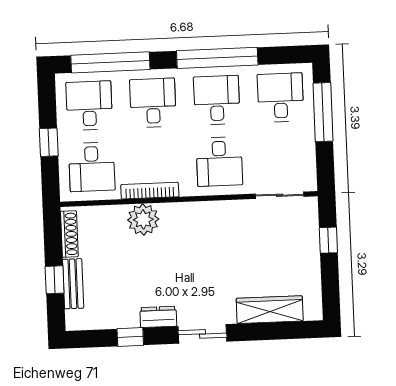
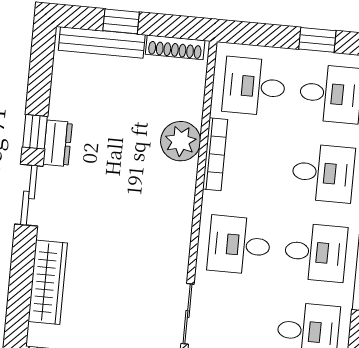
window: (49, 142) -> (317, 40), moved
bench: (73, 284) -> (102, 42), width x1.36
window: (130, 337) -> (35, 132), moved

